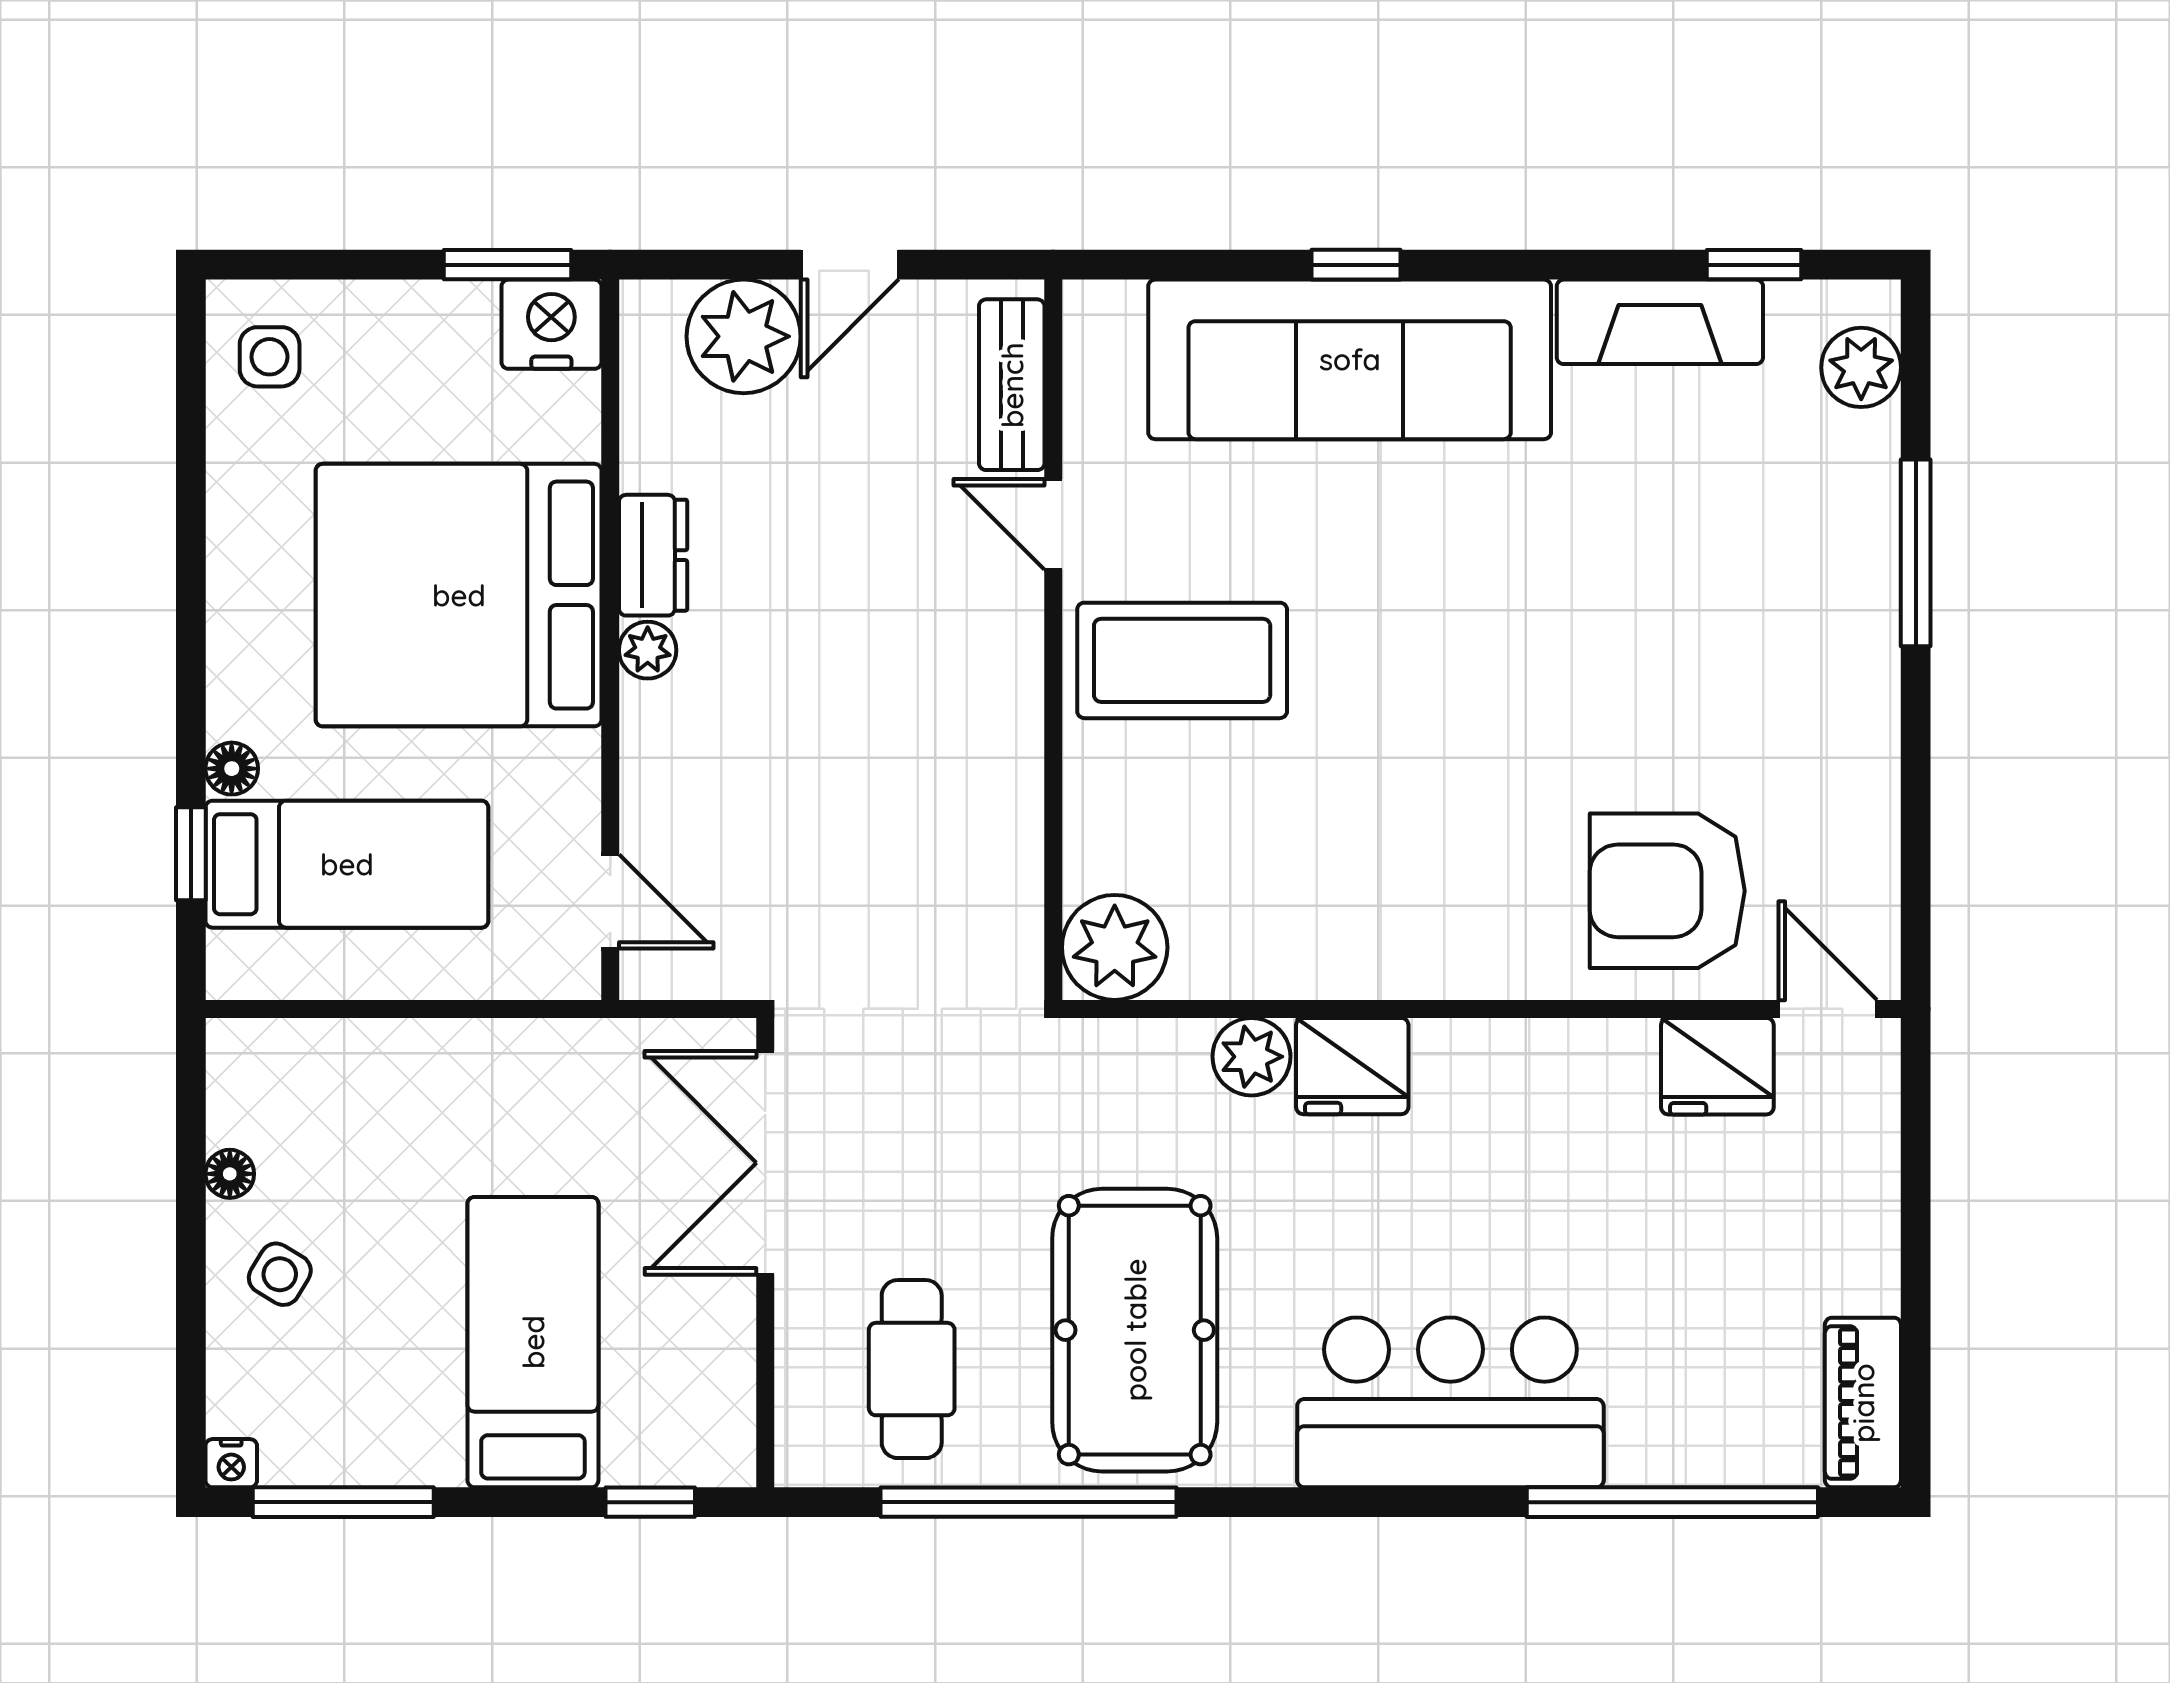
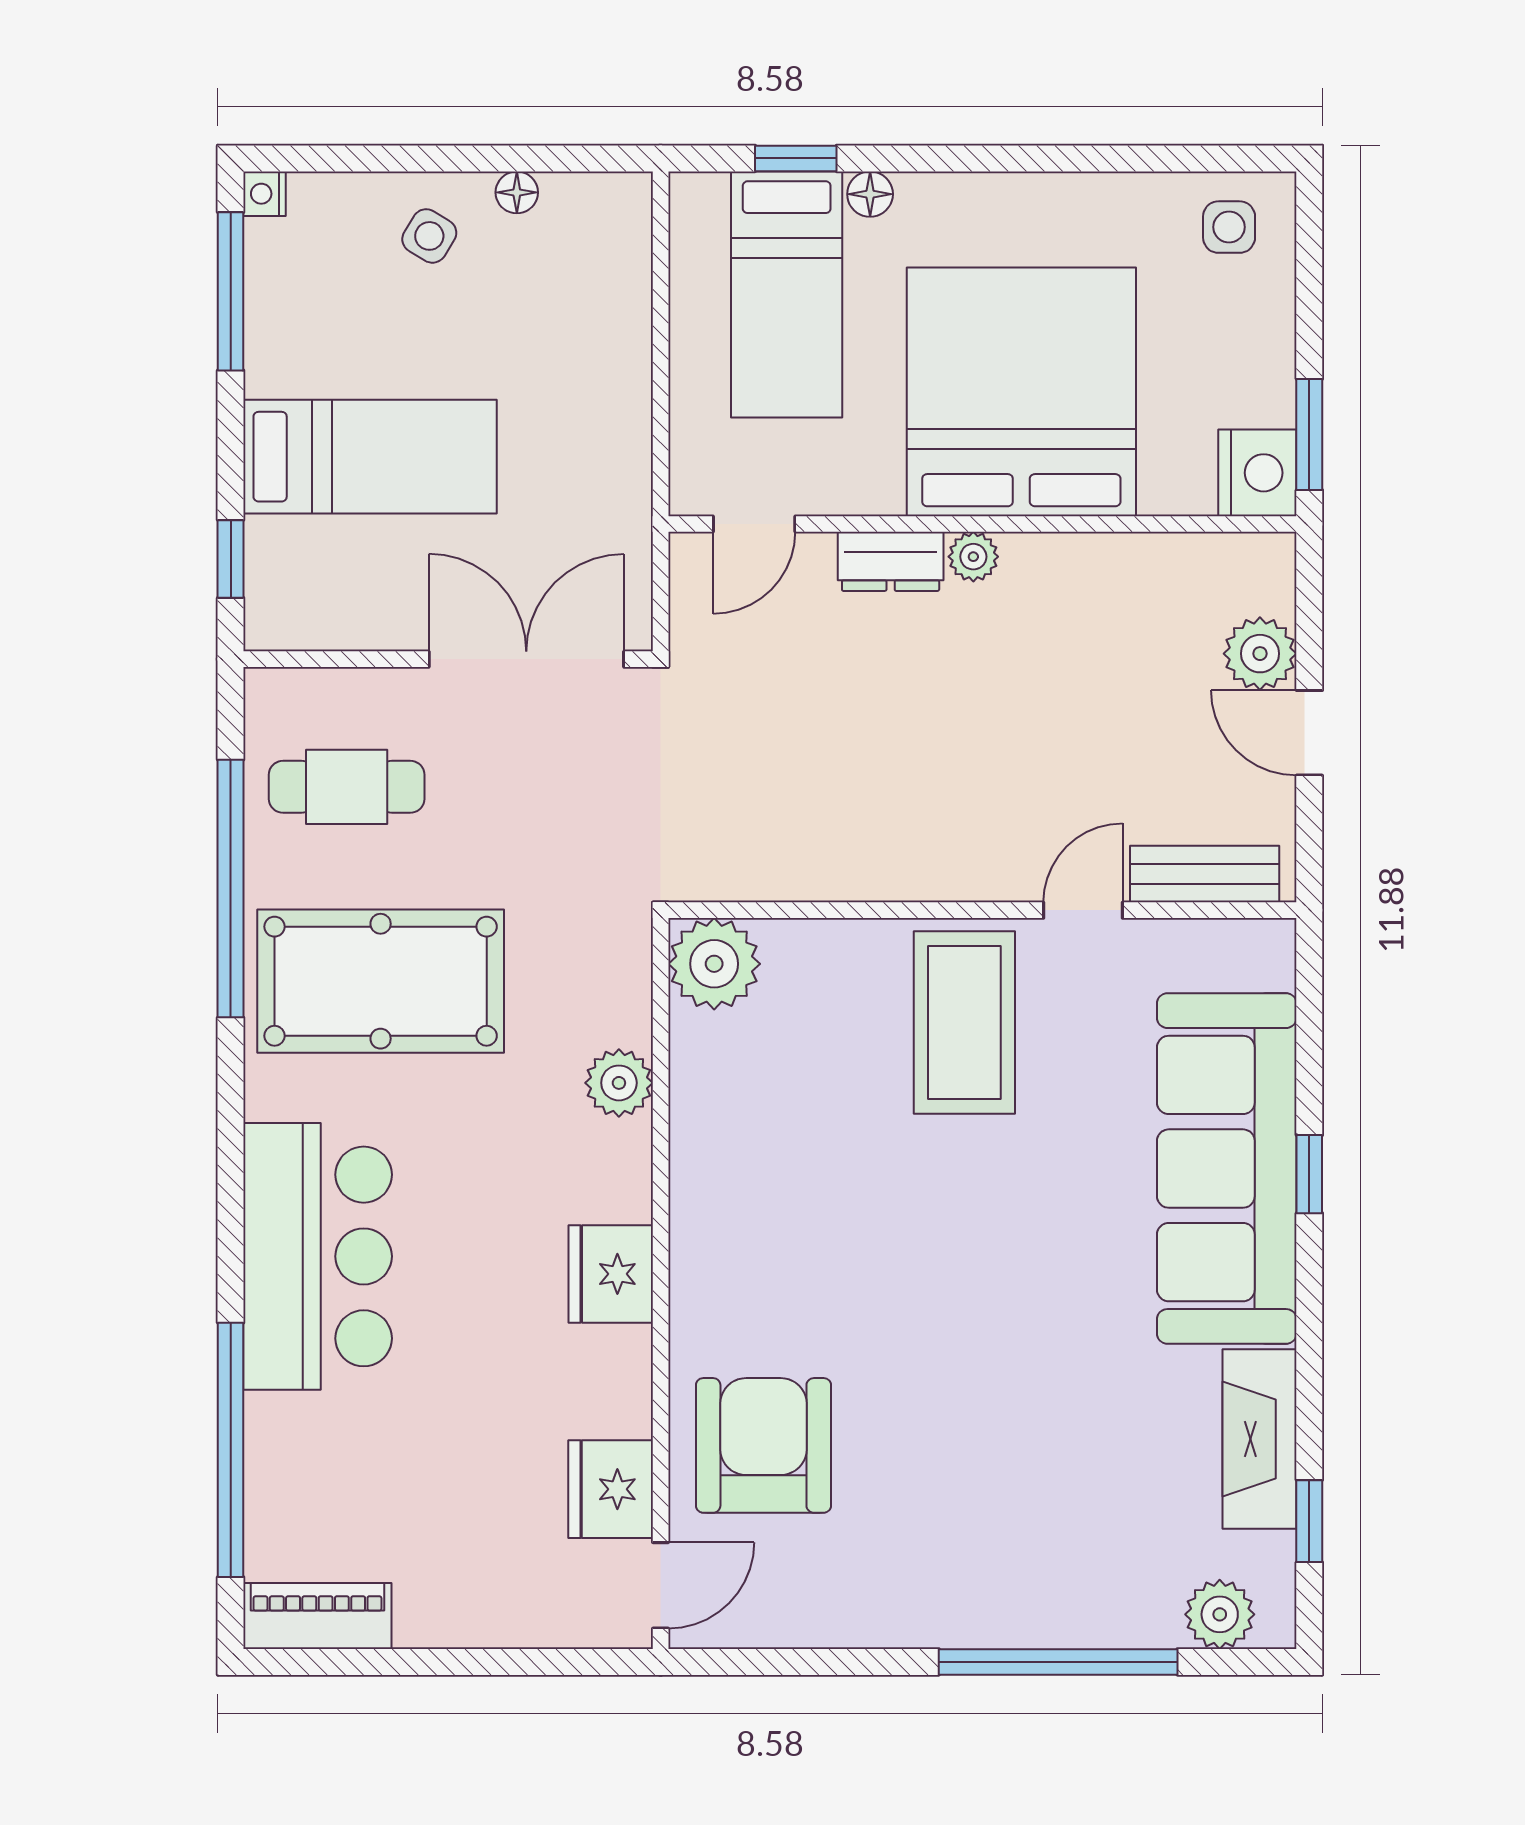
plant: (744, 336) -> (1260, 654), width x0.73, depth x0.73
window: (1916, 553) -> (1058, 1662), width x1.46
dresser: (653, 555) -> (891, 561), moved
fridge: (1352, 1066) -> (611, 1274), moved

